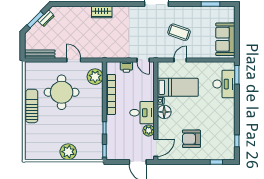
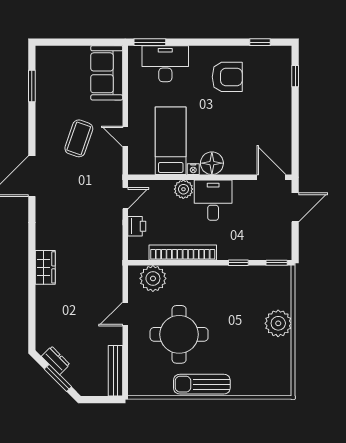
sofa: (225, 39) -> (107, 73), moved, turned 90
plant: (149, 130) -> (183, 189), moved
armchair: (191, 139) -> (227, 77), moved, turned -90

